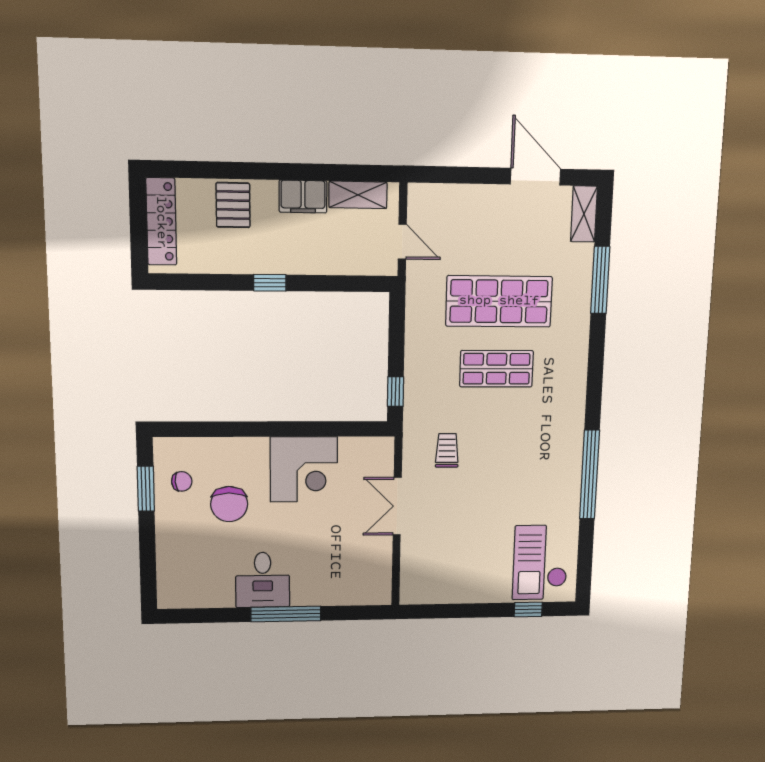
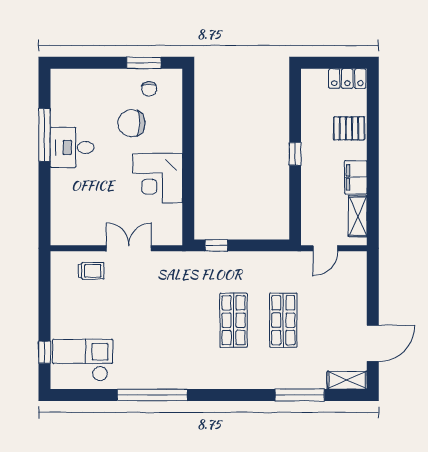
locker: (161, 222) -> (347, 79), width x0.66
shop shelf: (499, 301) -> (283, 320), width x0.70, depth x0.74
trolley: (447, 450) -> (91, 271), moved
window: (286, 614) -> (45, 135), moved

